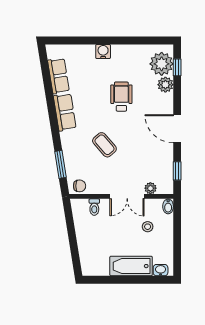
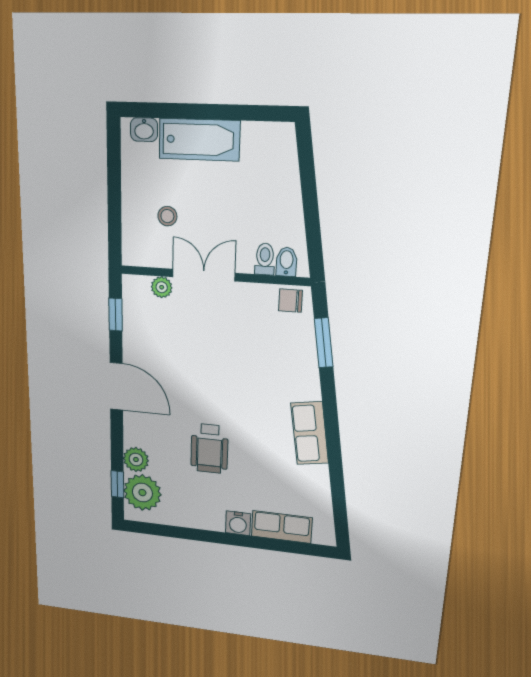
row of seats: (58, 76) -> (282, 527), moved, turned 99
coffee table: (104, 145) -> (241, 371), removed
bidet: (168, 206) -> (286, 262), moved

